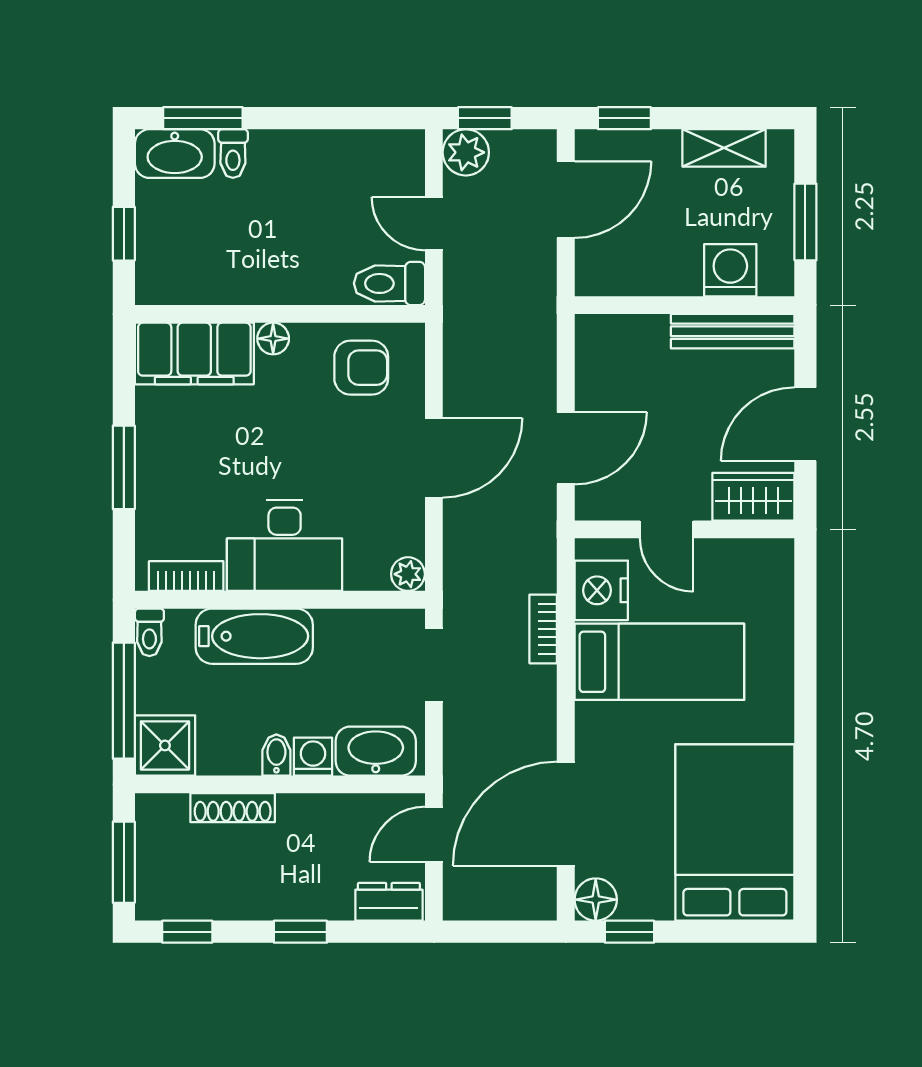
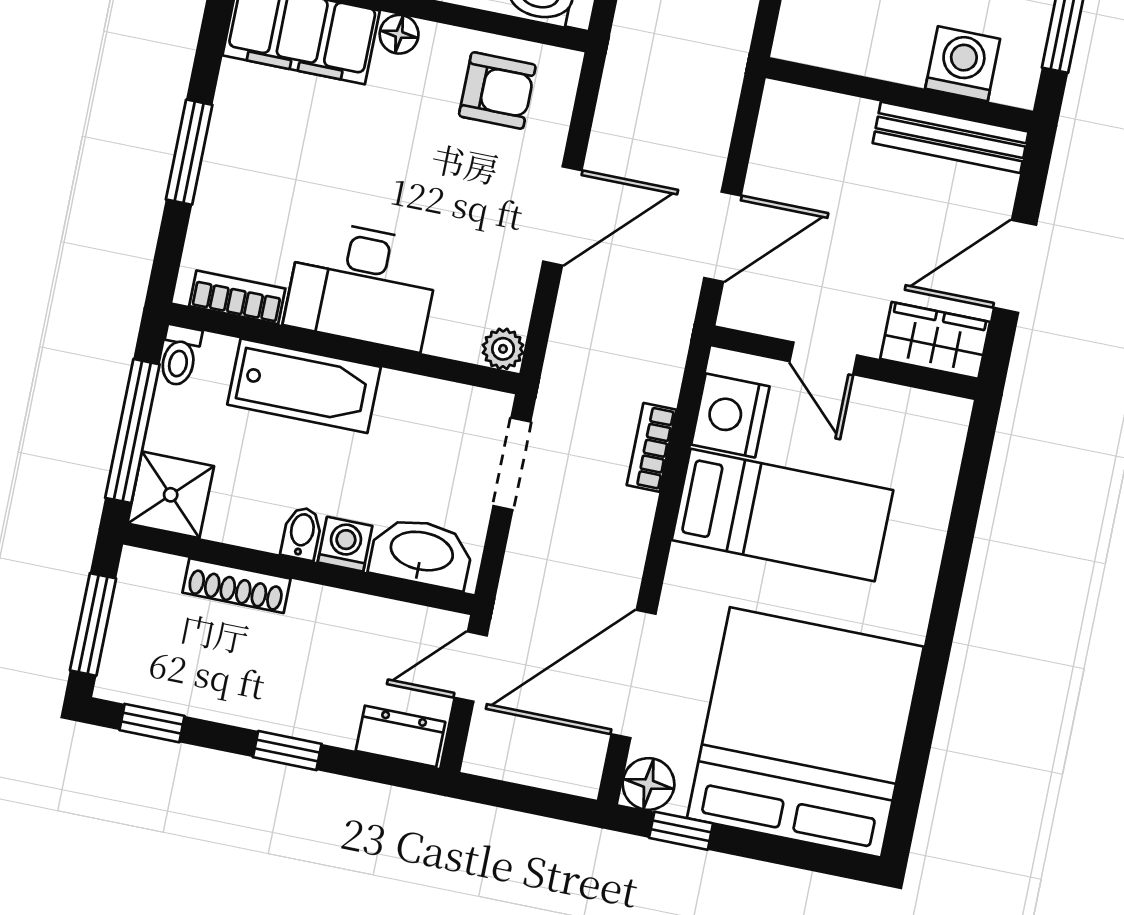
bed: (735, 833) -> (805, 732), width x1.36

